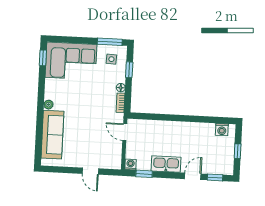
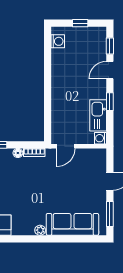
kitchen sink: (166, 164) -> (98, 115), moved
window: (60, 170) -> (110, 214), added
window: (144, 174) -> (110, 102), moved
door: (193, 176) -> (110, 70), hinge flipped

